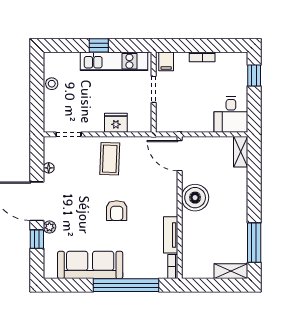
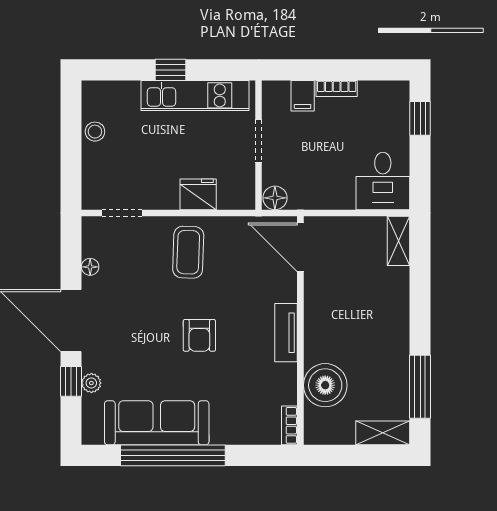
filing cabinet: (166, 61) -> (303, 96), moved
floor lamp: (164, 125) -> (275, 198), added
boiler: (195, 198) -> (325, 385), moved
plant: (49, 227) -> (91, 383), moved
tv unit: (171, 235) -> (286, 333), moved
window: (126, 285) -> (173, 455), moved

